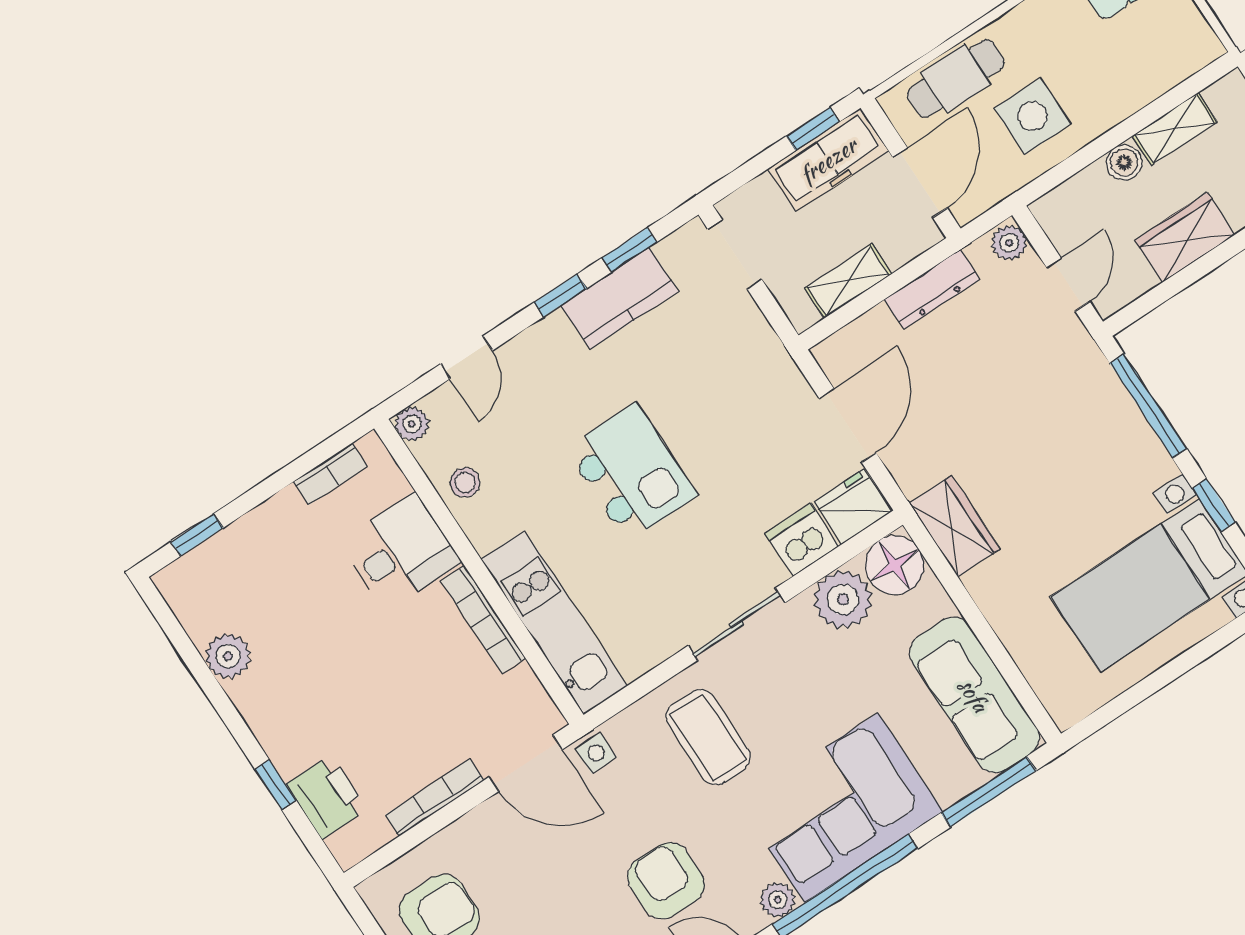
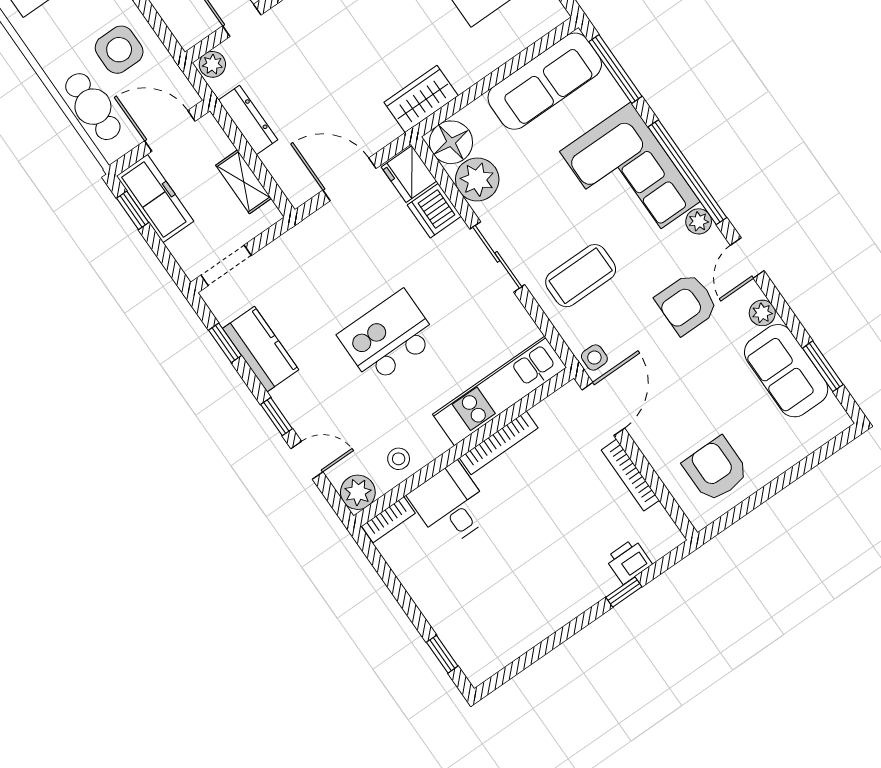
window: (560, 295) -> (276, 417), moved
plant: (412, 424) -> (358, 492), width x1.38, depth x1.38
bookcase: (330, 474) -> (388, 520), moved, turned 90
plant: (228, 656) -> (531, 629), removed
printer: (327, 797) -> (629, 561), width x0.73, depth x0.81

